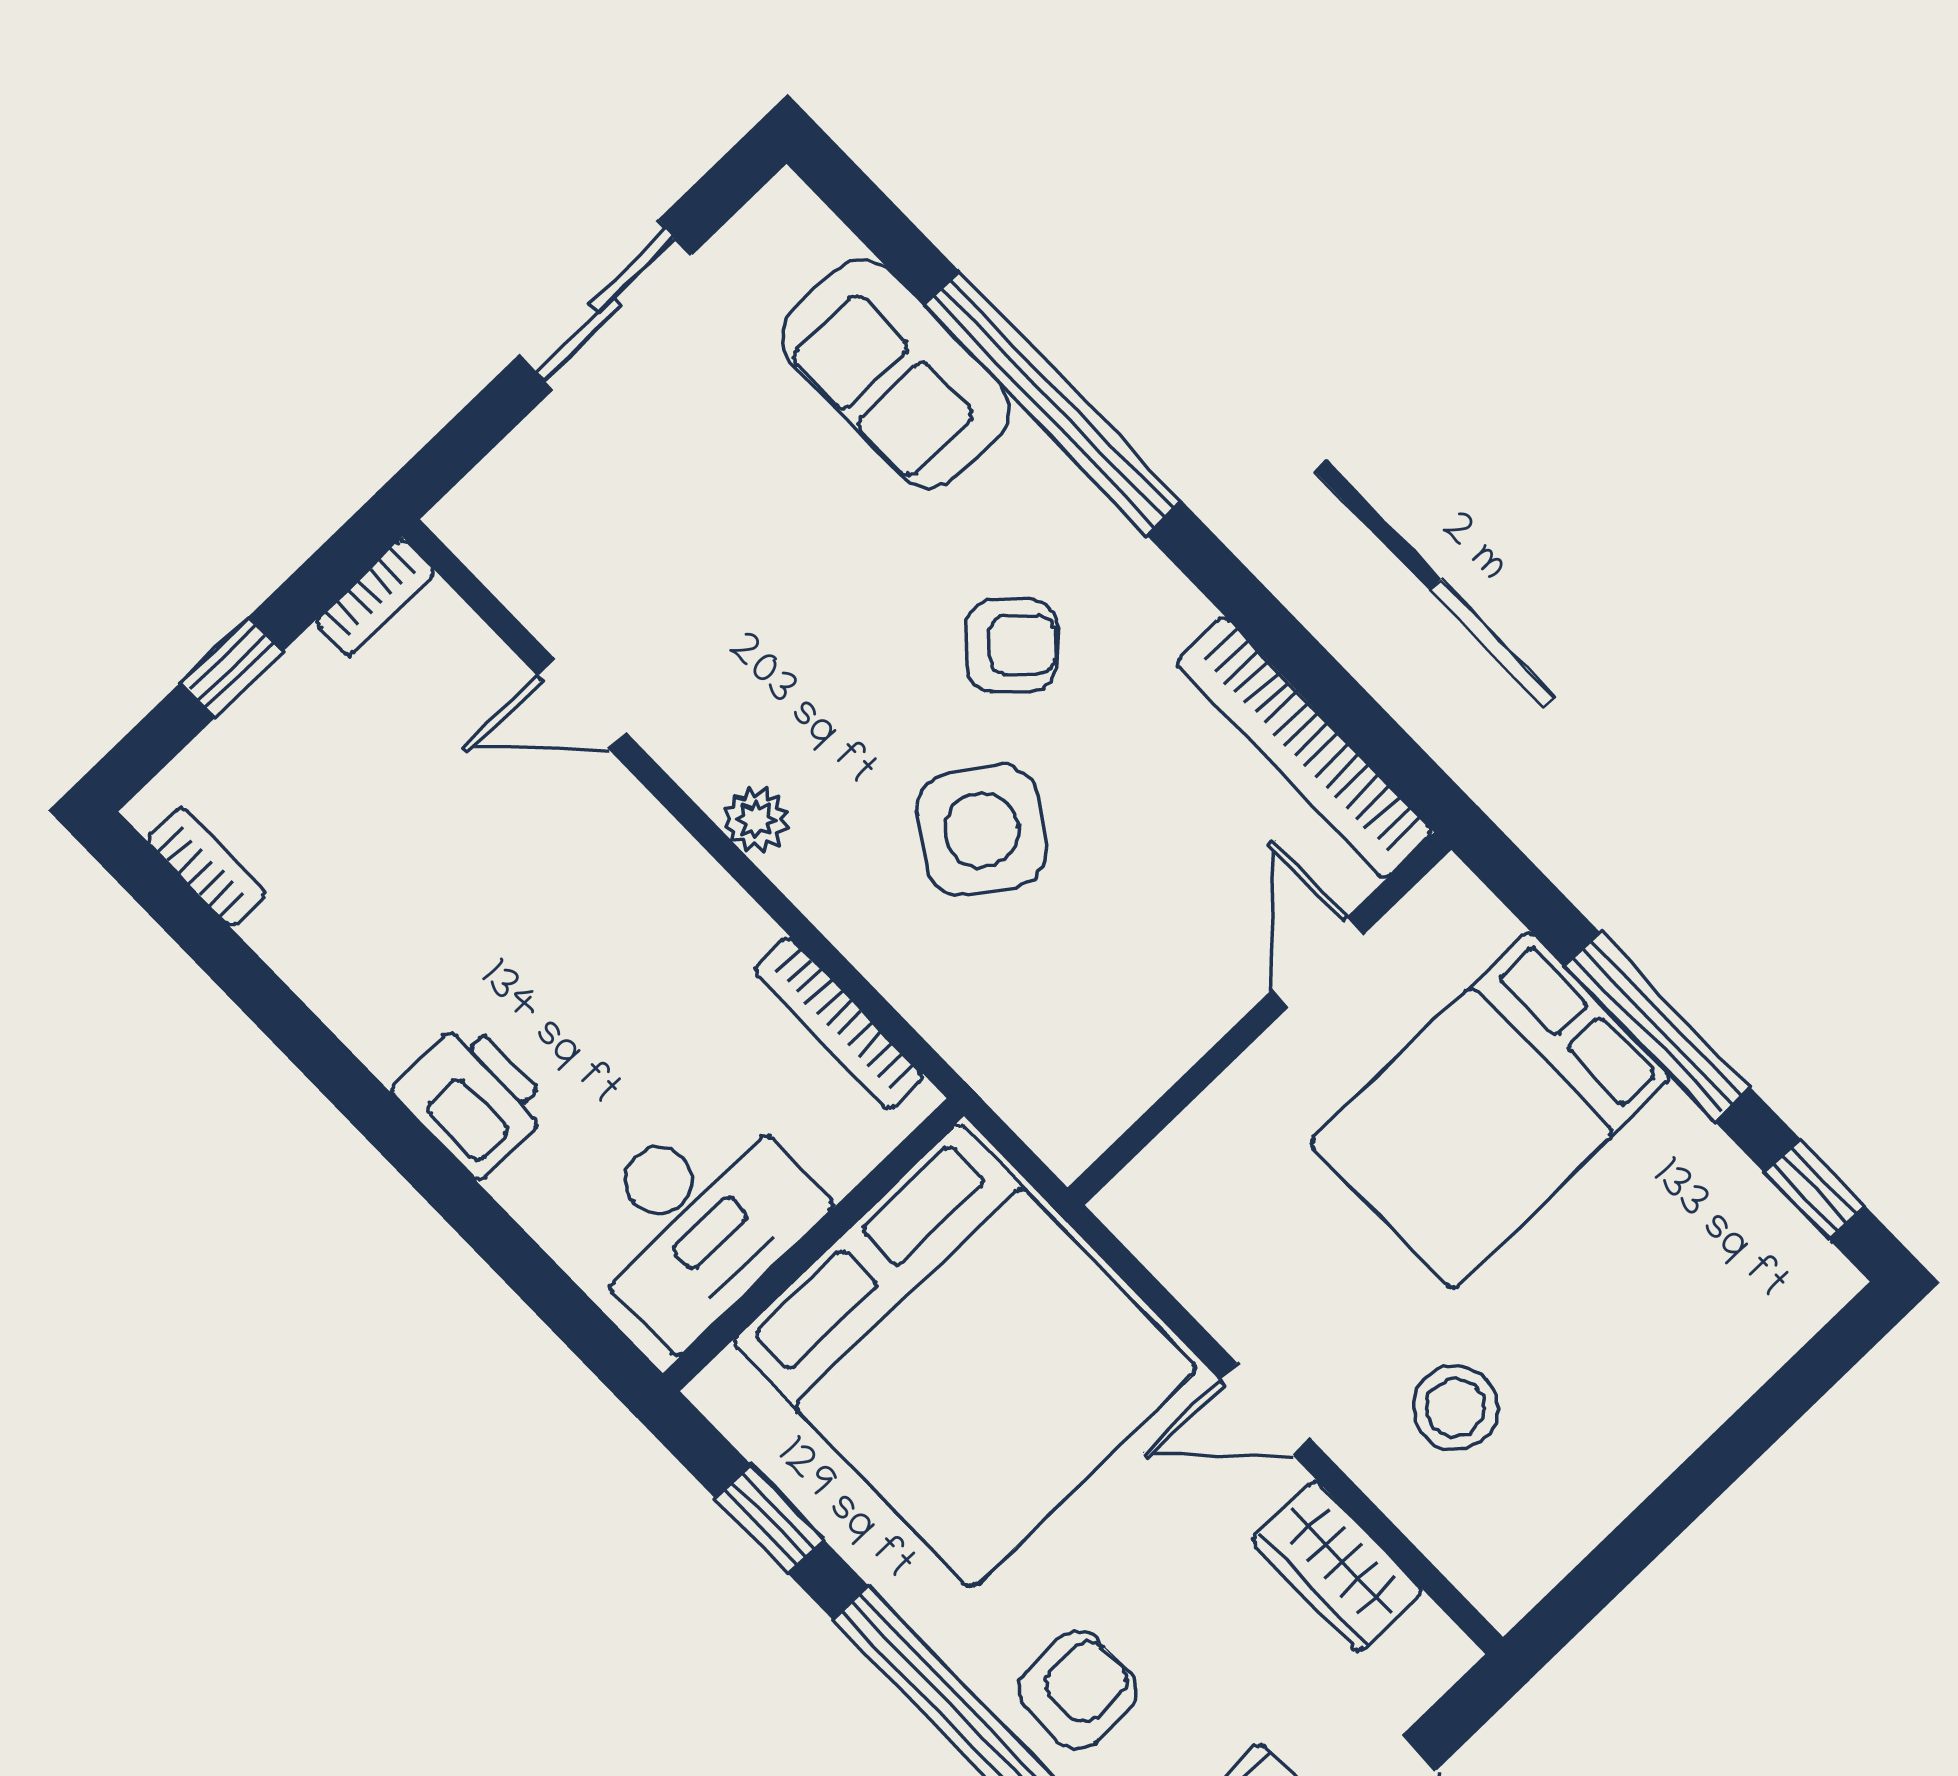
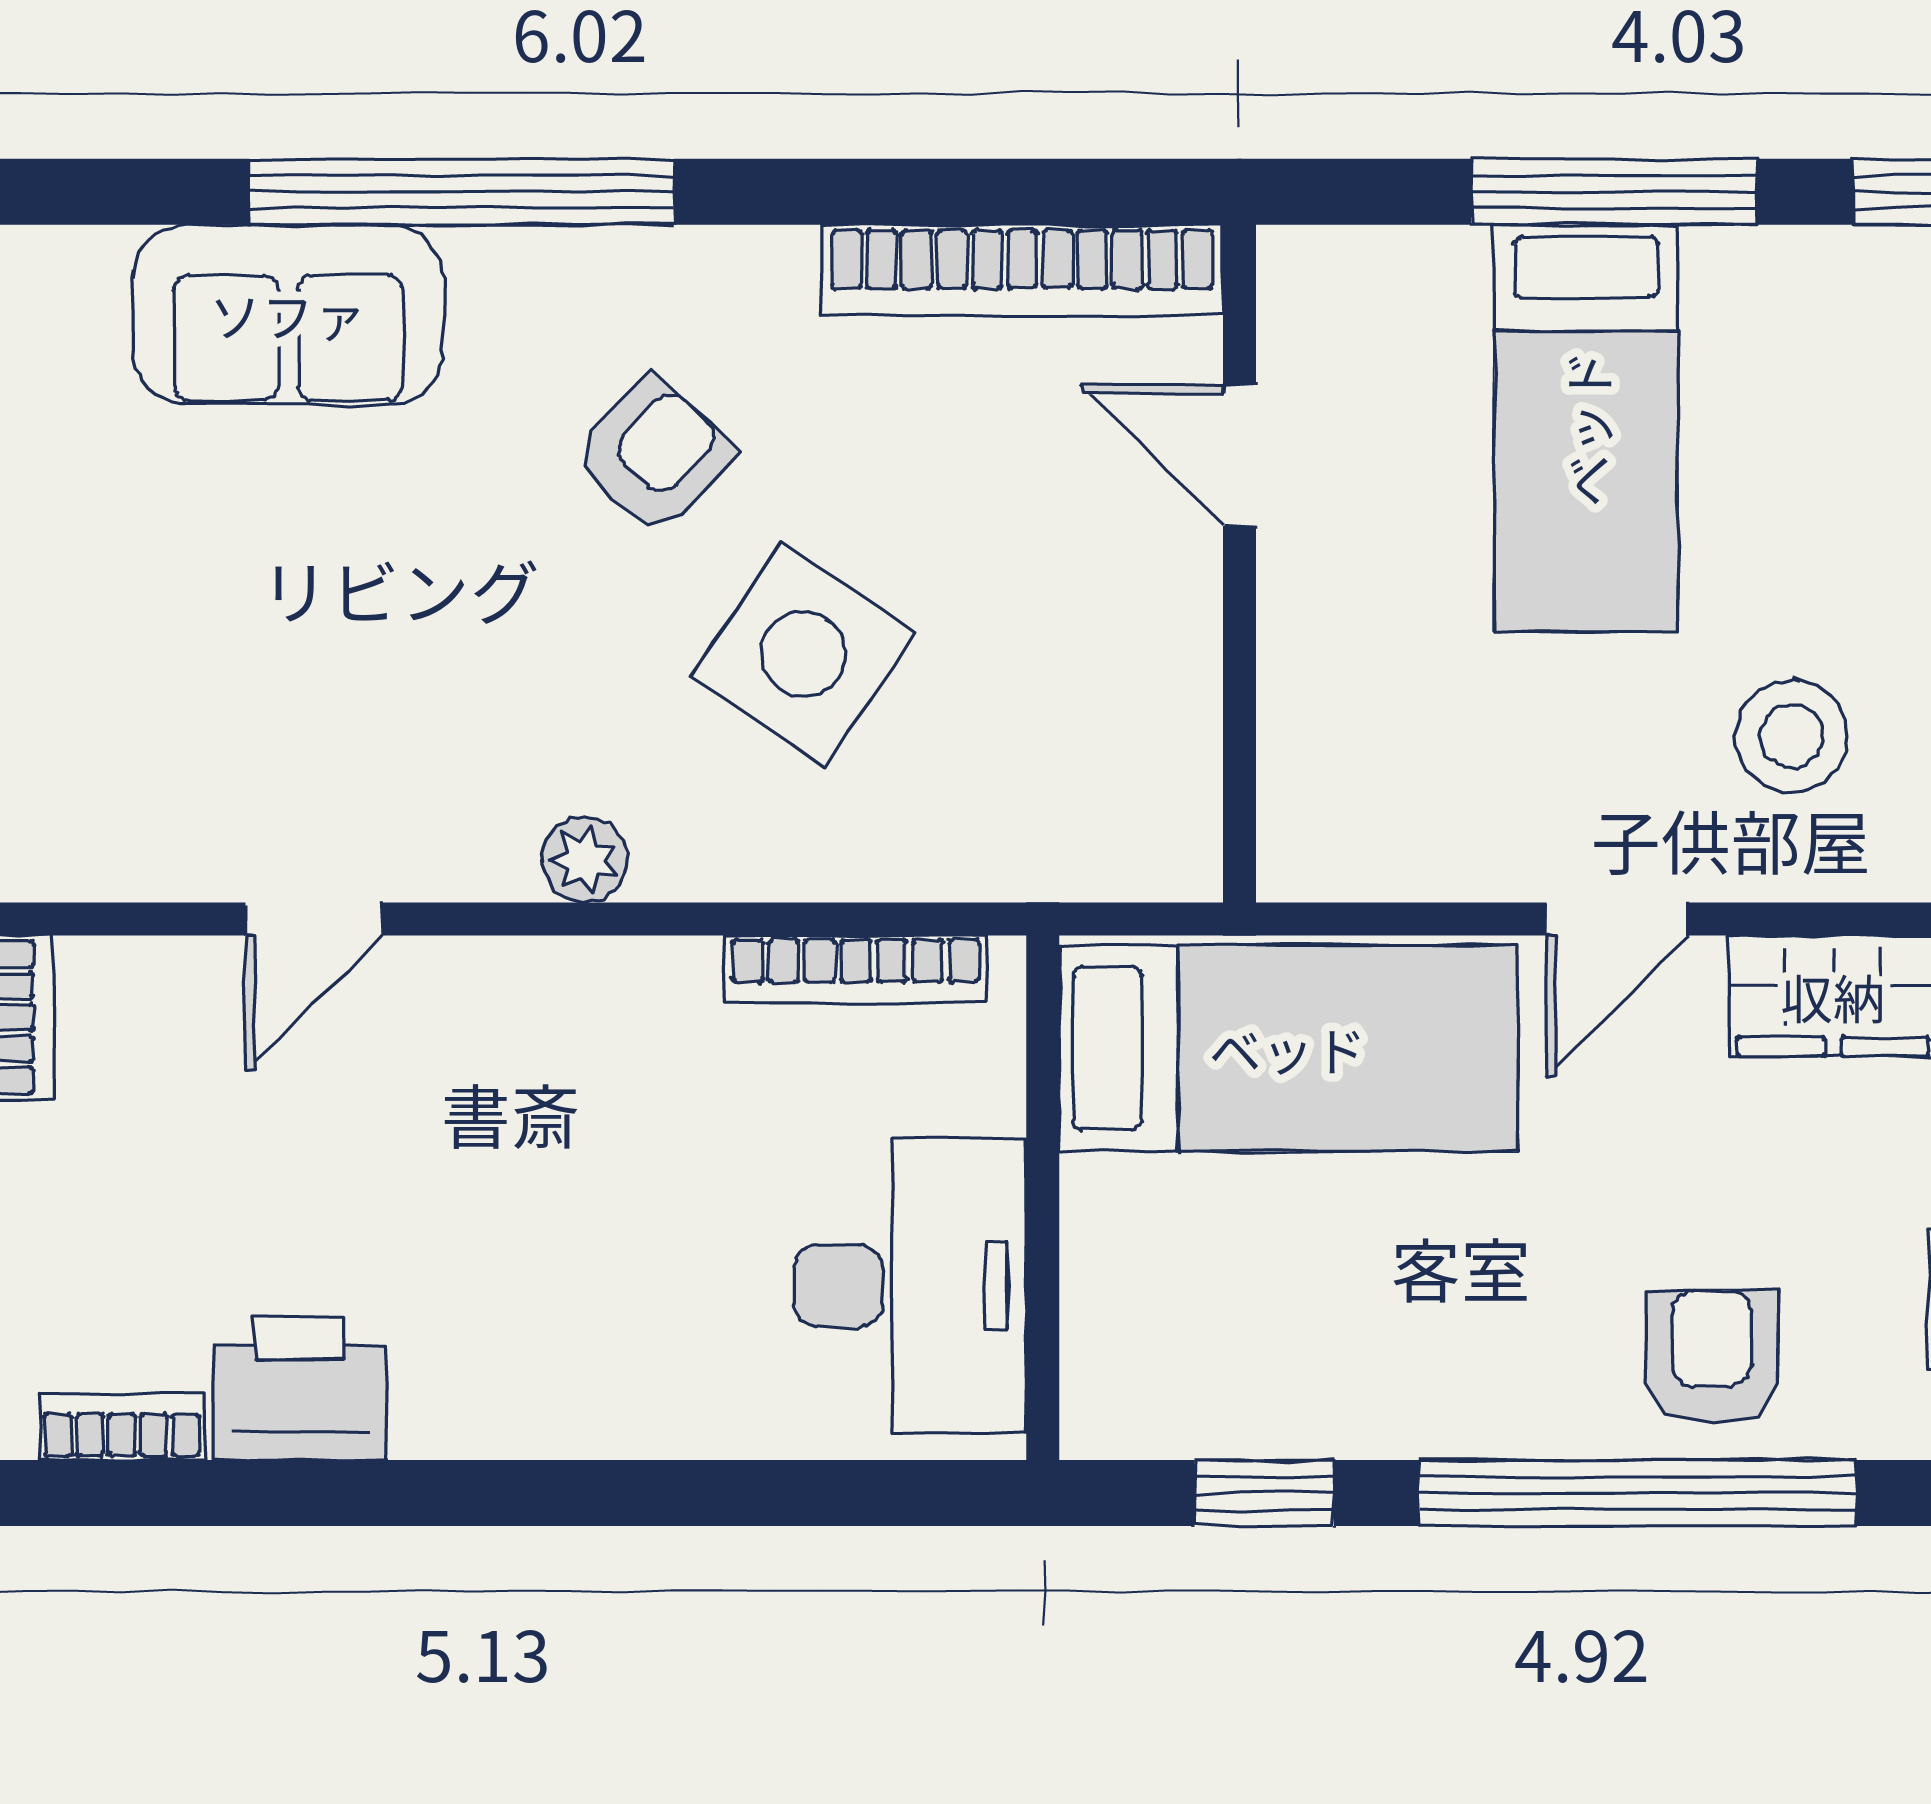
printer: (472, 1099) -> (300, 1389), moved
bed: (1490, 1110) -> (1586, 428), width x0.67
bed: (965, 1355) -> (1288, 1048), width x0.49

